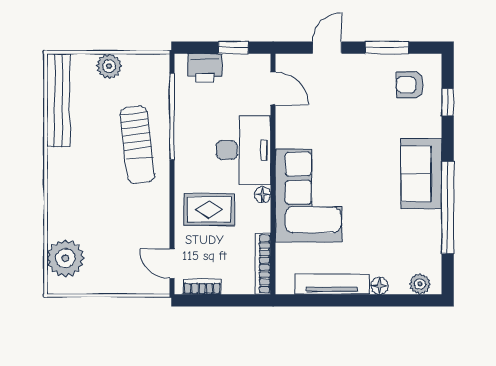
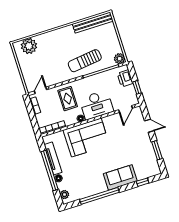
plant: (109, 66) -> (120, 59), moved
armchair: (410, 85) -> (145, 165), removed
sofa: (421, 174) -> (120, 177), moved
window: (356, 300) -> (50, 171), added

